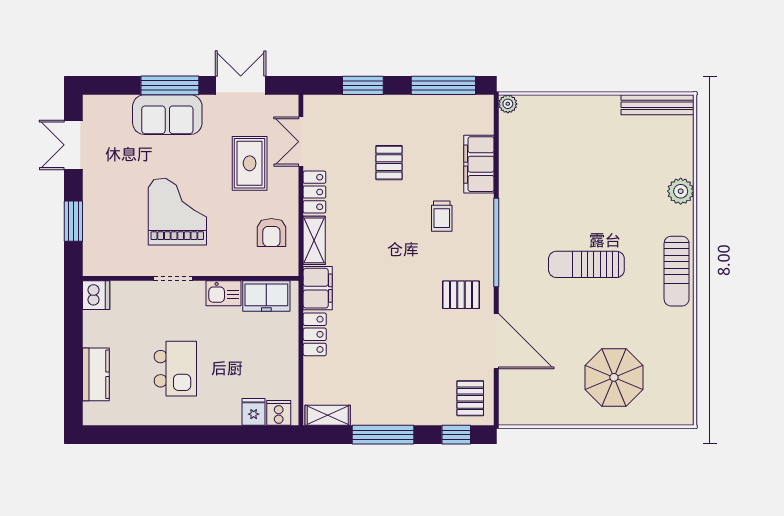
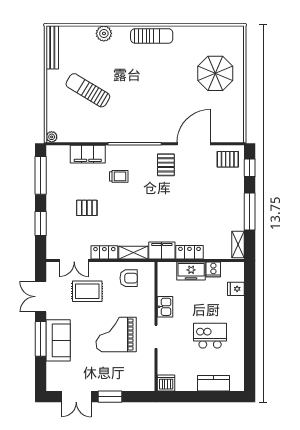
window: (73, 221) -> (110, 397), moved
sun lounger: (586, 264) -> (88, 90), moved, turned 121
freezer: (266, 296) -> (191, 271), moved, turned 90
cooker: (279, 413) -> (213, 269), moved, turned -90

